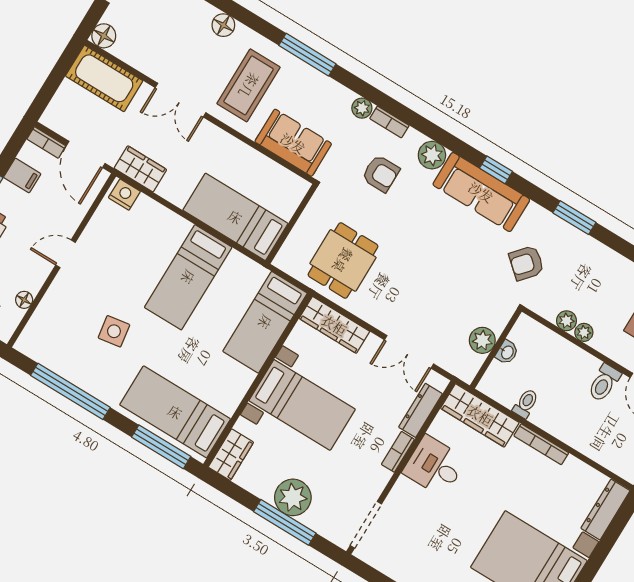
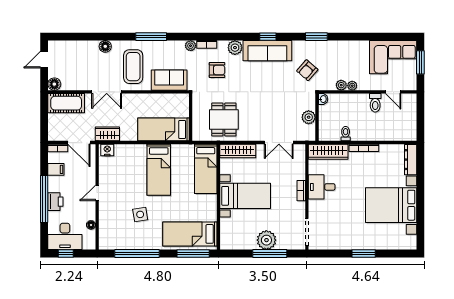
washbasin: (507, 352) -> (323, 99), moved
dresser: (420, 410) -> (300, 166), removed
wardrobe: (231, 455) -> (227, 238), removed

